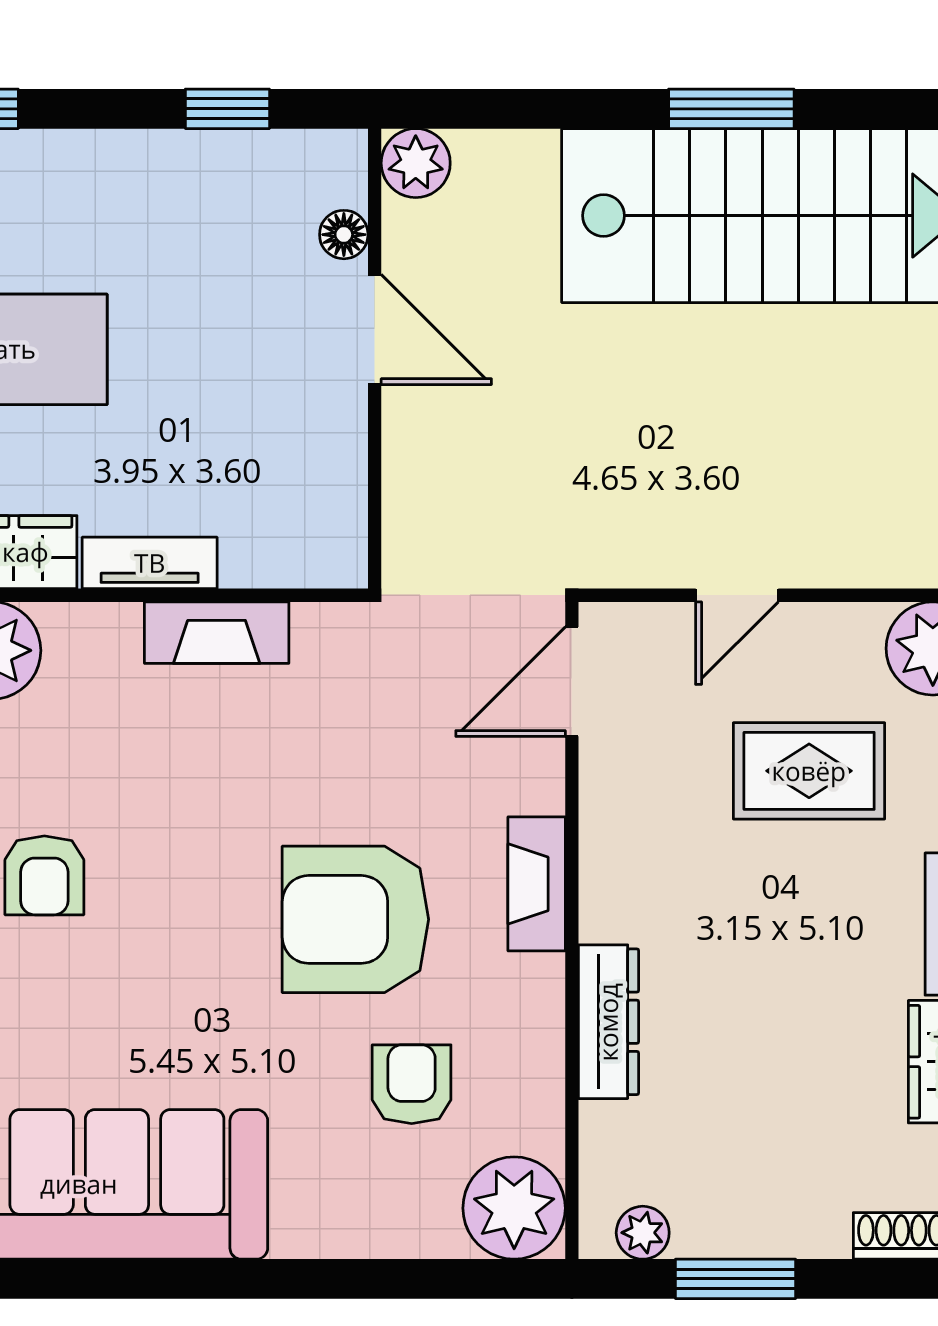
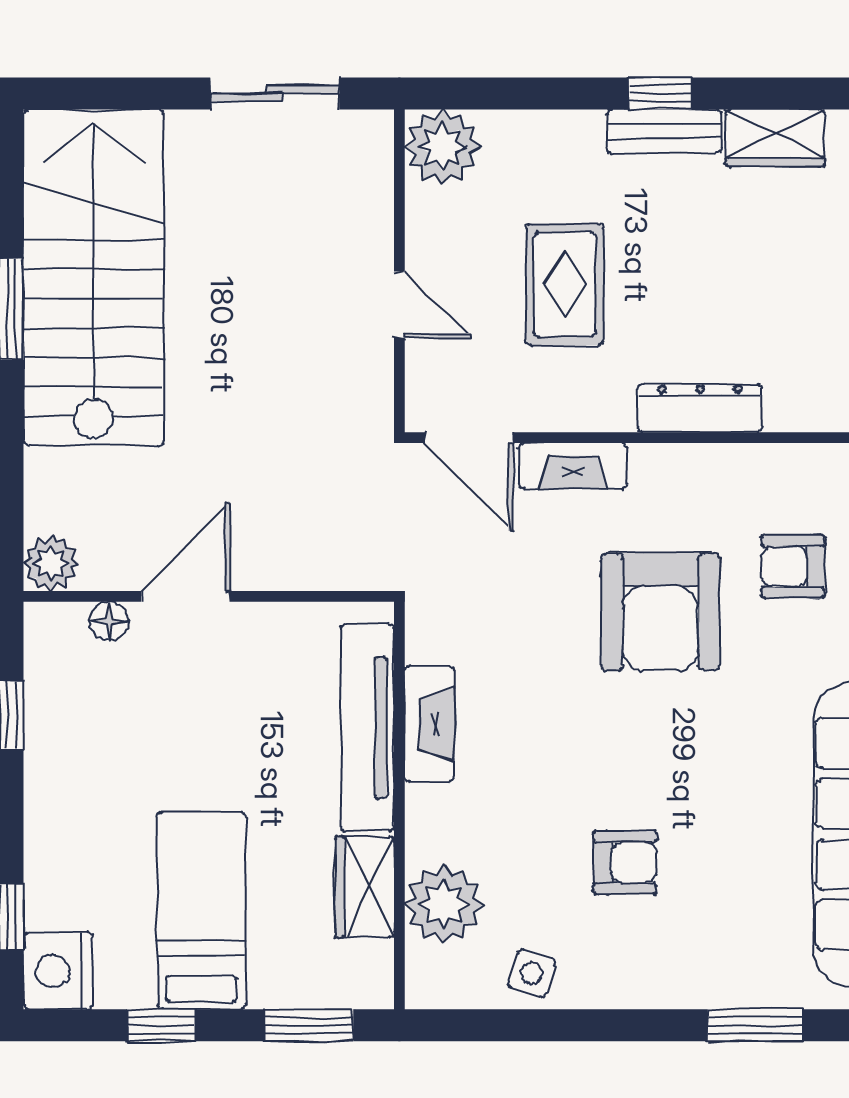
tv unit: (150, 563) -> (367, 728), width x1.92, depth x1.29
rug: (809, 771) -> (565, 284), moved
fireplace: (537, 884) -> (573, 466), moved
dresser: (608, 1022) -> (700, 408), moved

